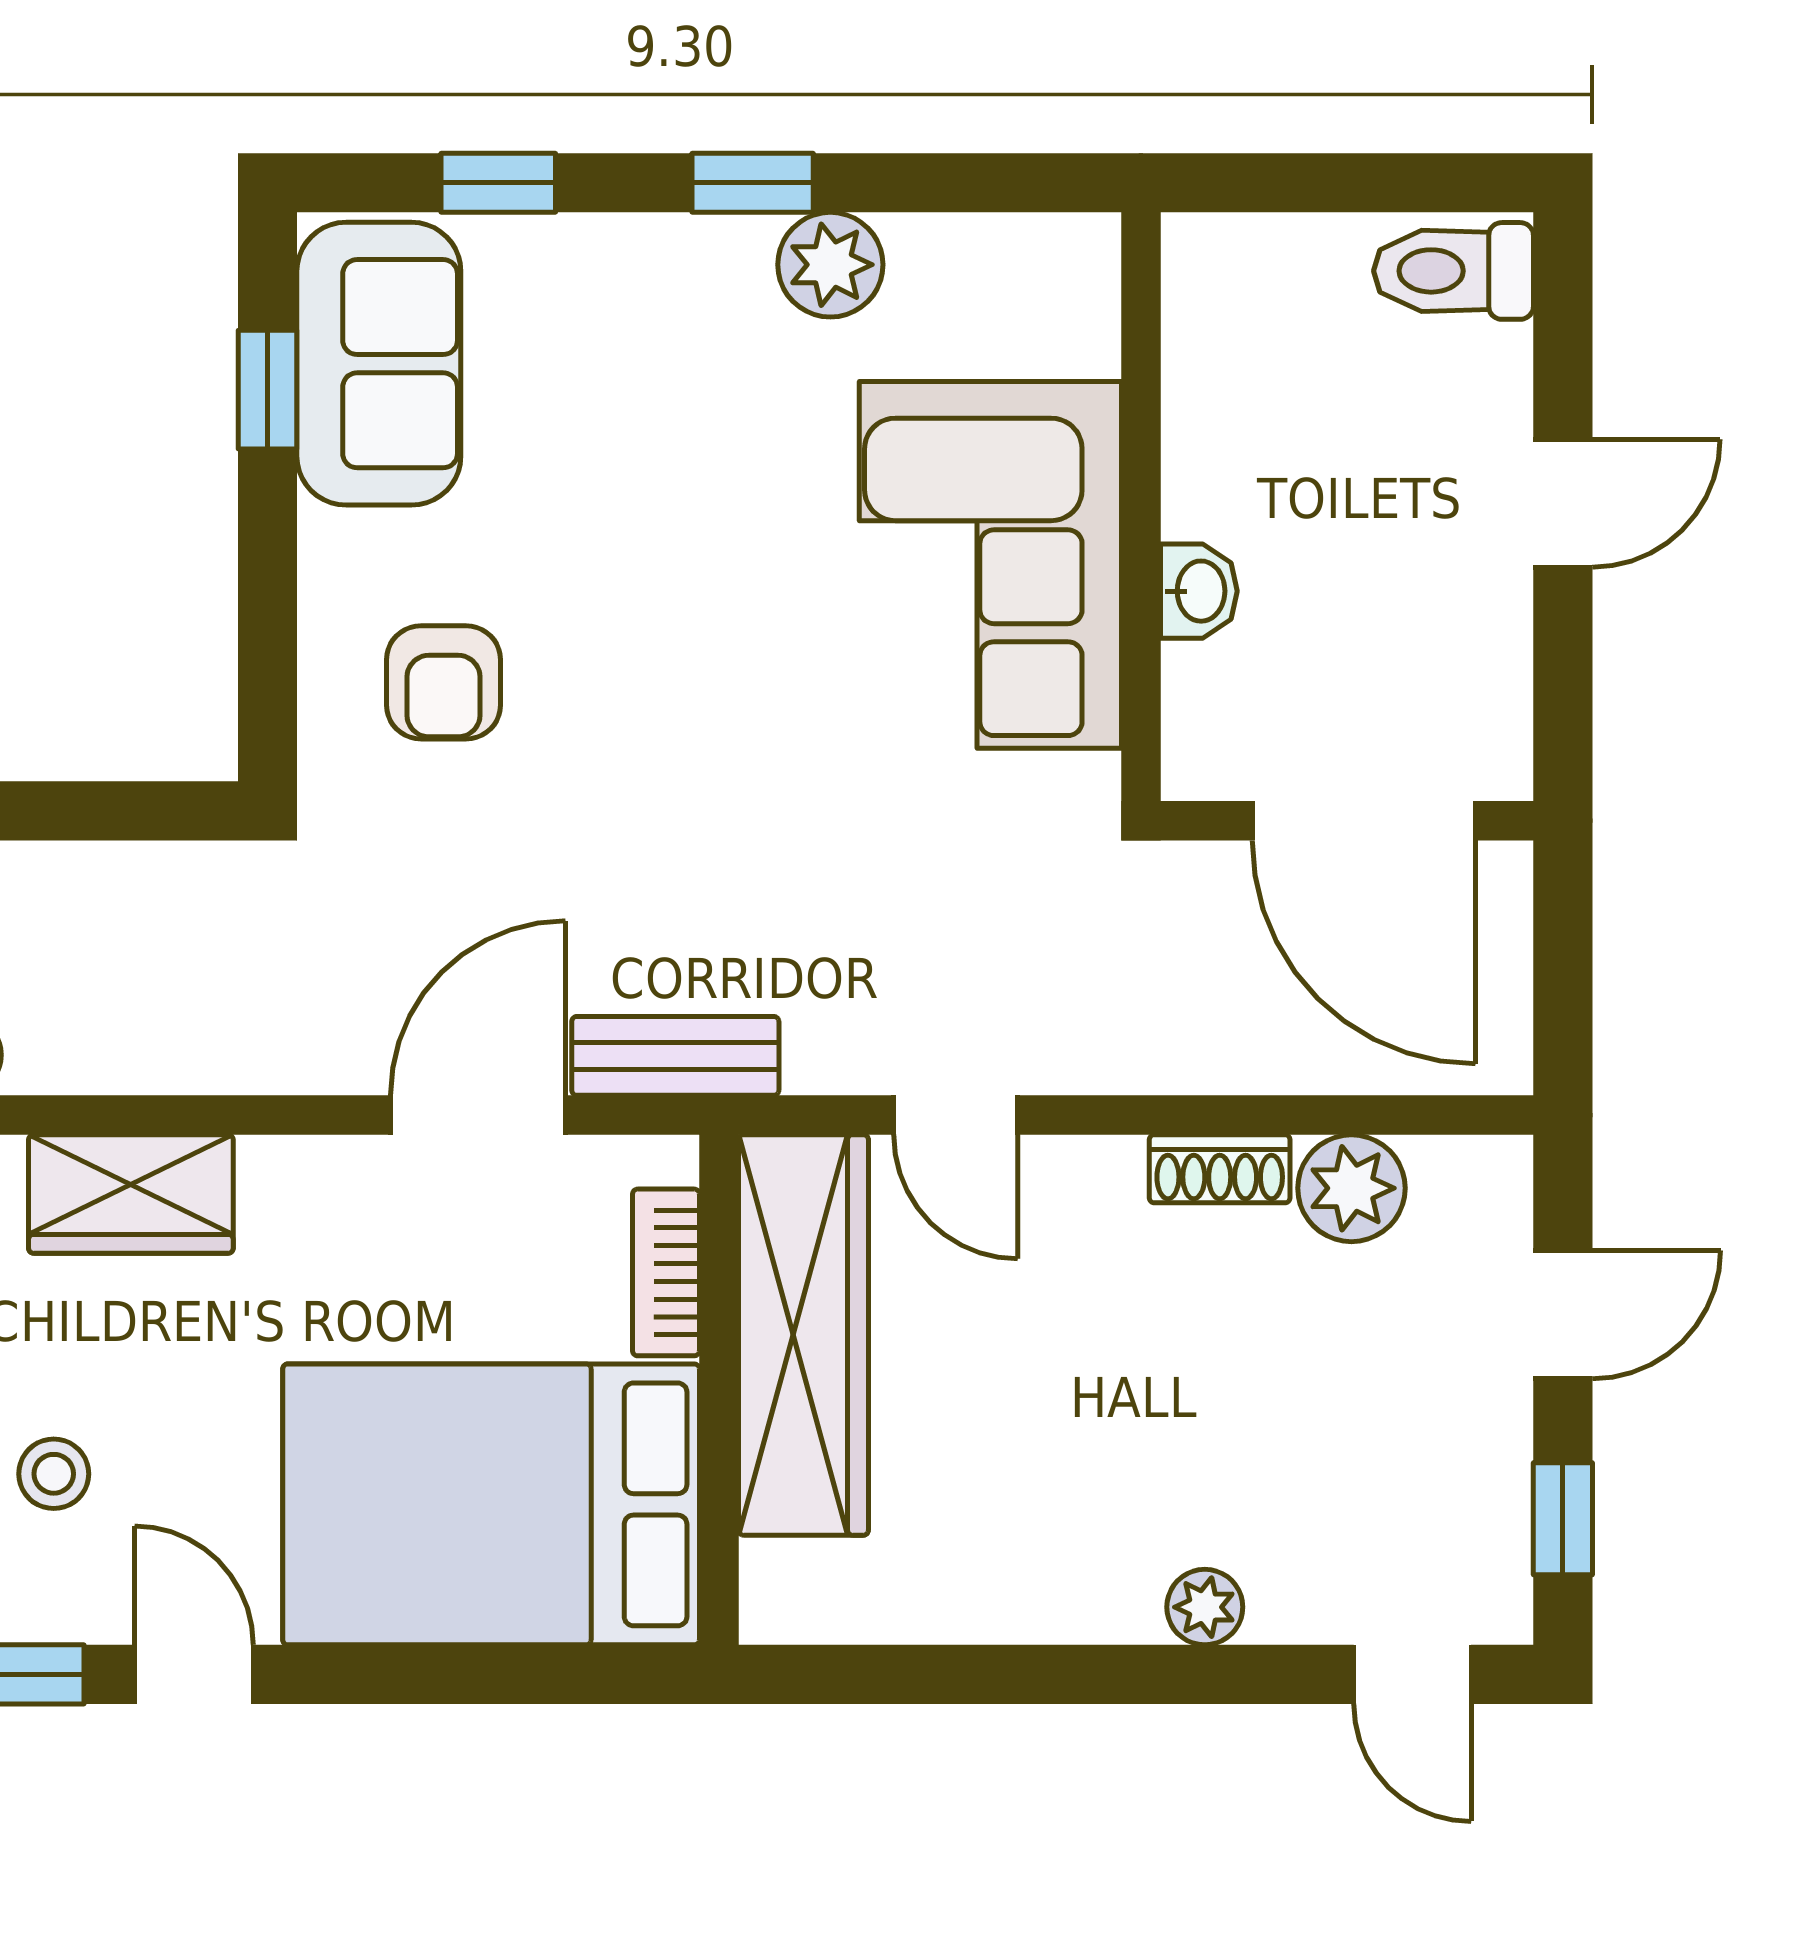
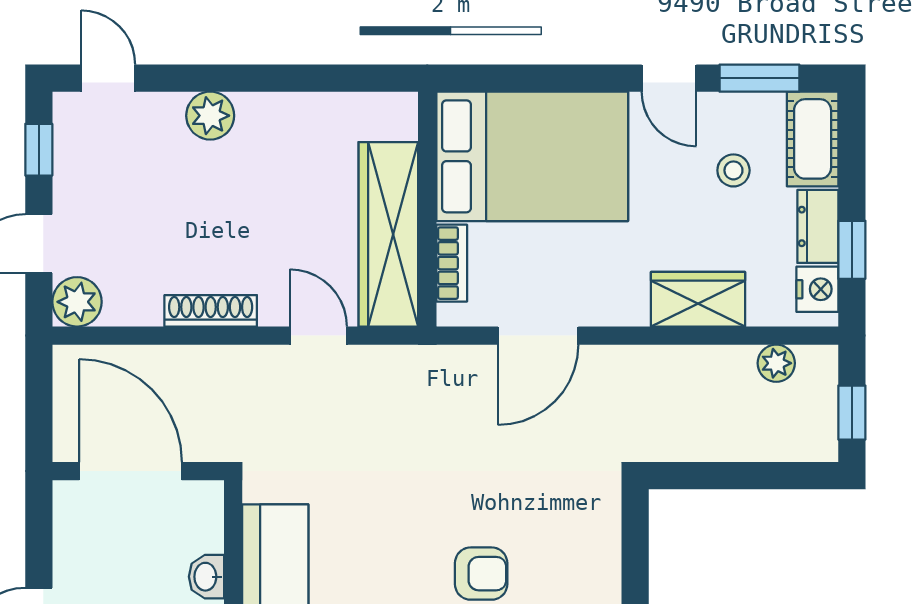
armchair: (444, 682) -> (481, 574), moved, turned 90
bench: (675, 1056) -> (447, 363), removed
shoe rack: (1220, 1169) -> (211, 311), width x1.43
plant: (1351, 1188) -> (77, 302), moved
plant: (1205, 1607) -> (210, 116), width x1.38, depth x1.38

